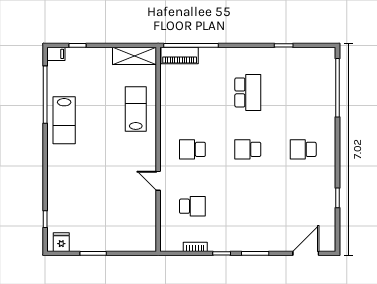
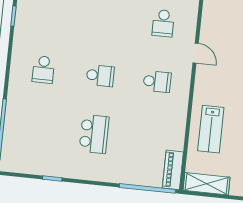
piano: (180, 55) -> (173, 170), moved, turned -90
school desk: (248, 92) -> (94, 134), turned 180
school desk: (303, 149) -> (43, 70), turned 90
school desk: (192, 206) -> (163, 23), turned -90

